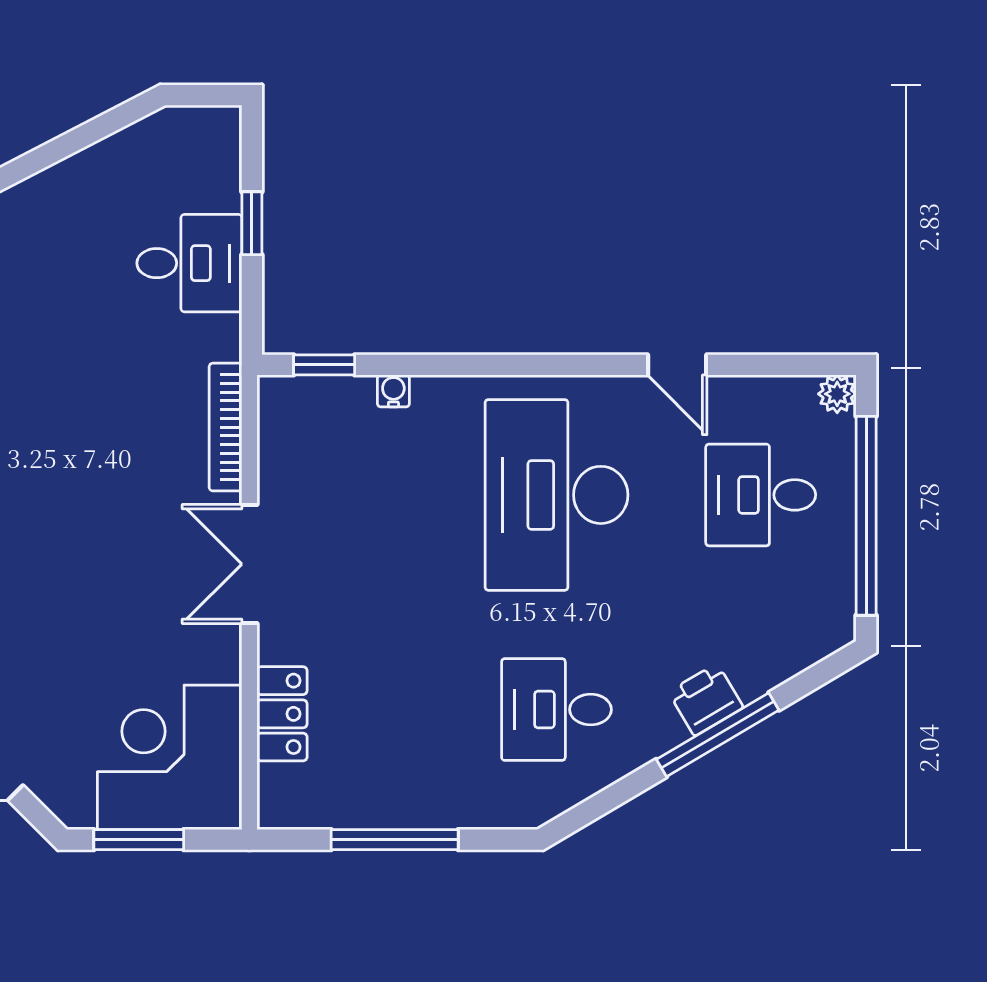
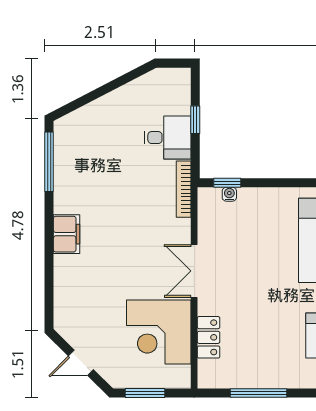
water cooler: (393, 391) -> (229, 194), moved
bookcase: (225, 427) -> (184, 189), moved
corner desk: (170, 757) -> (159, 332), moved, turned -90

